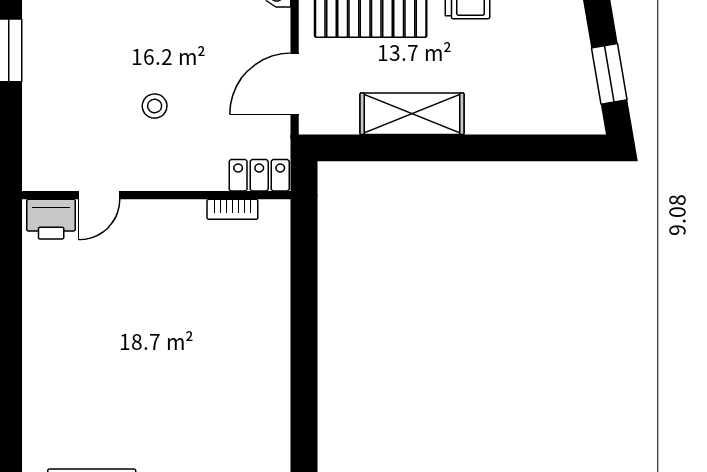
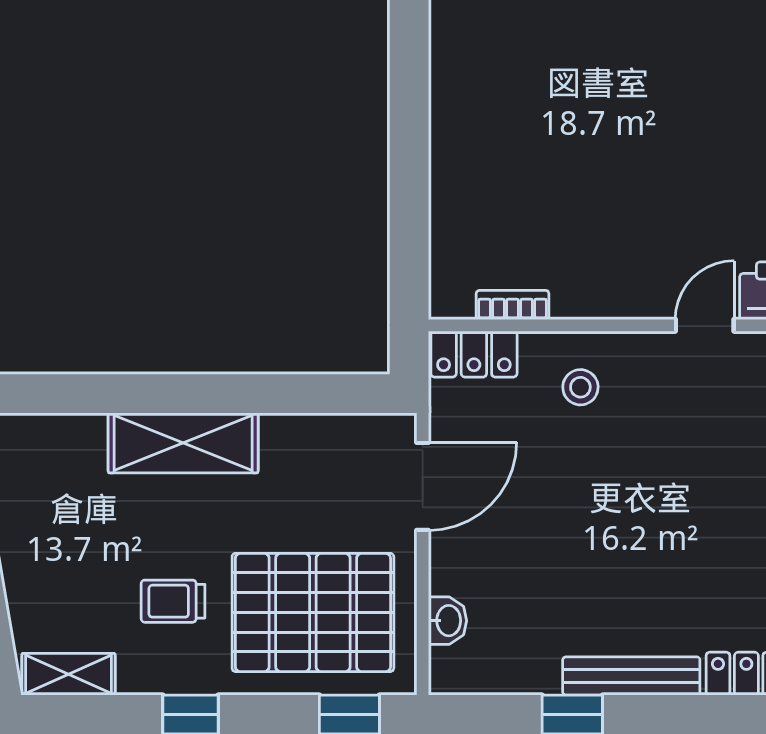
stool: (155, 106) -> (580, 387), moved
shelving: (412, 114) -> (183, 443), moved

